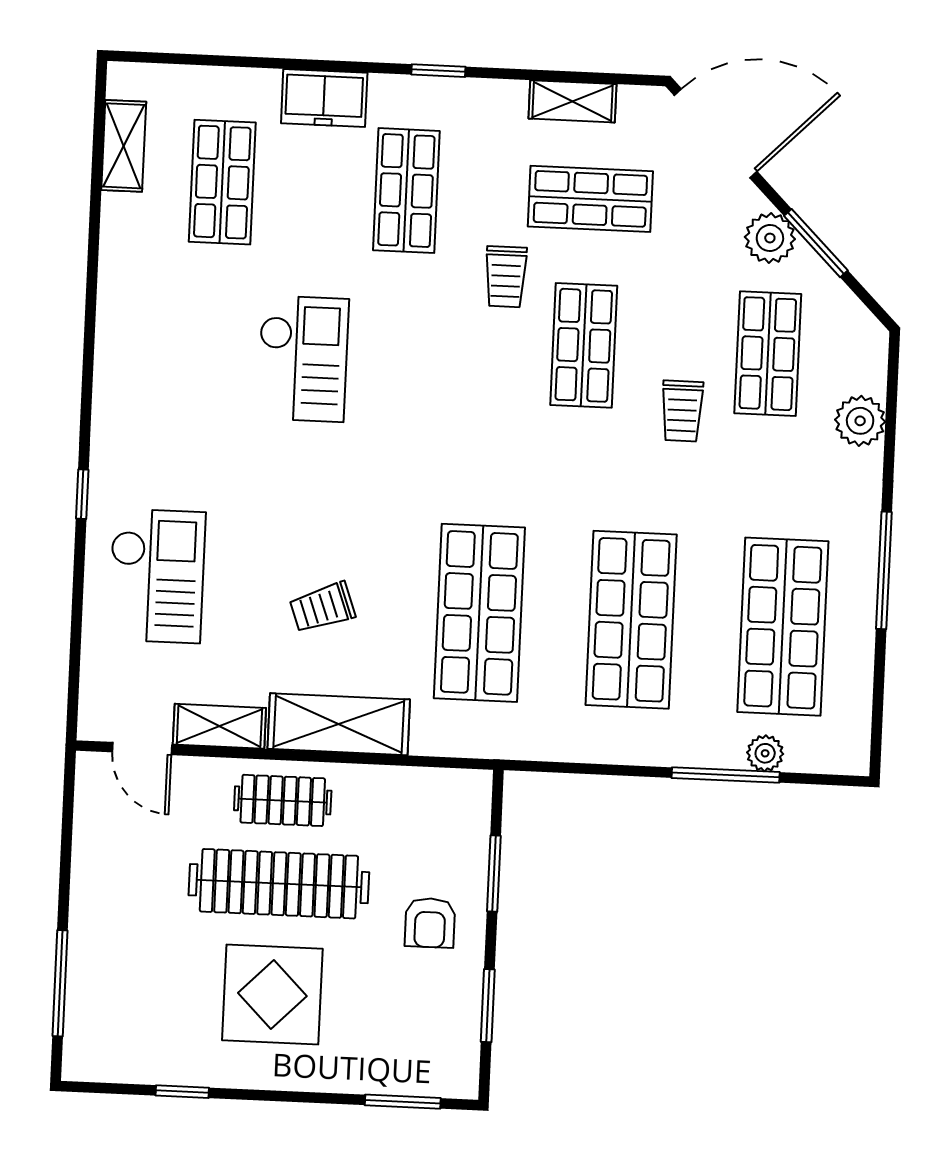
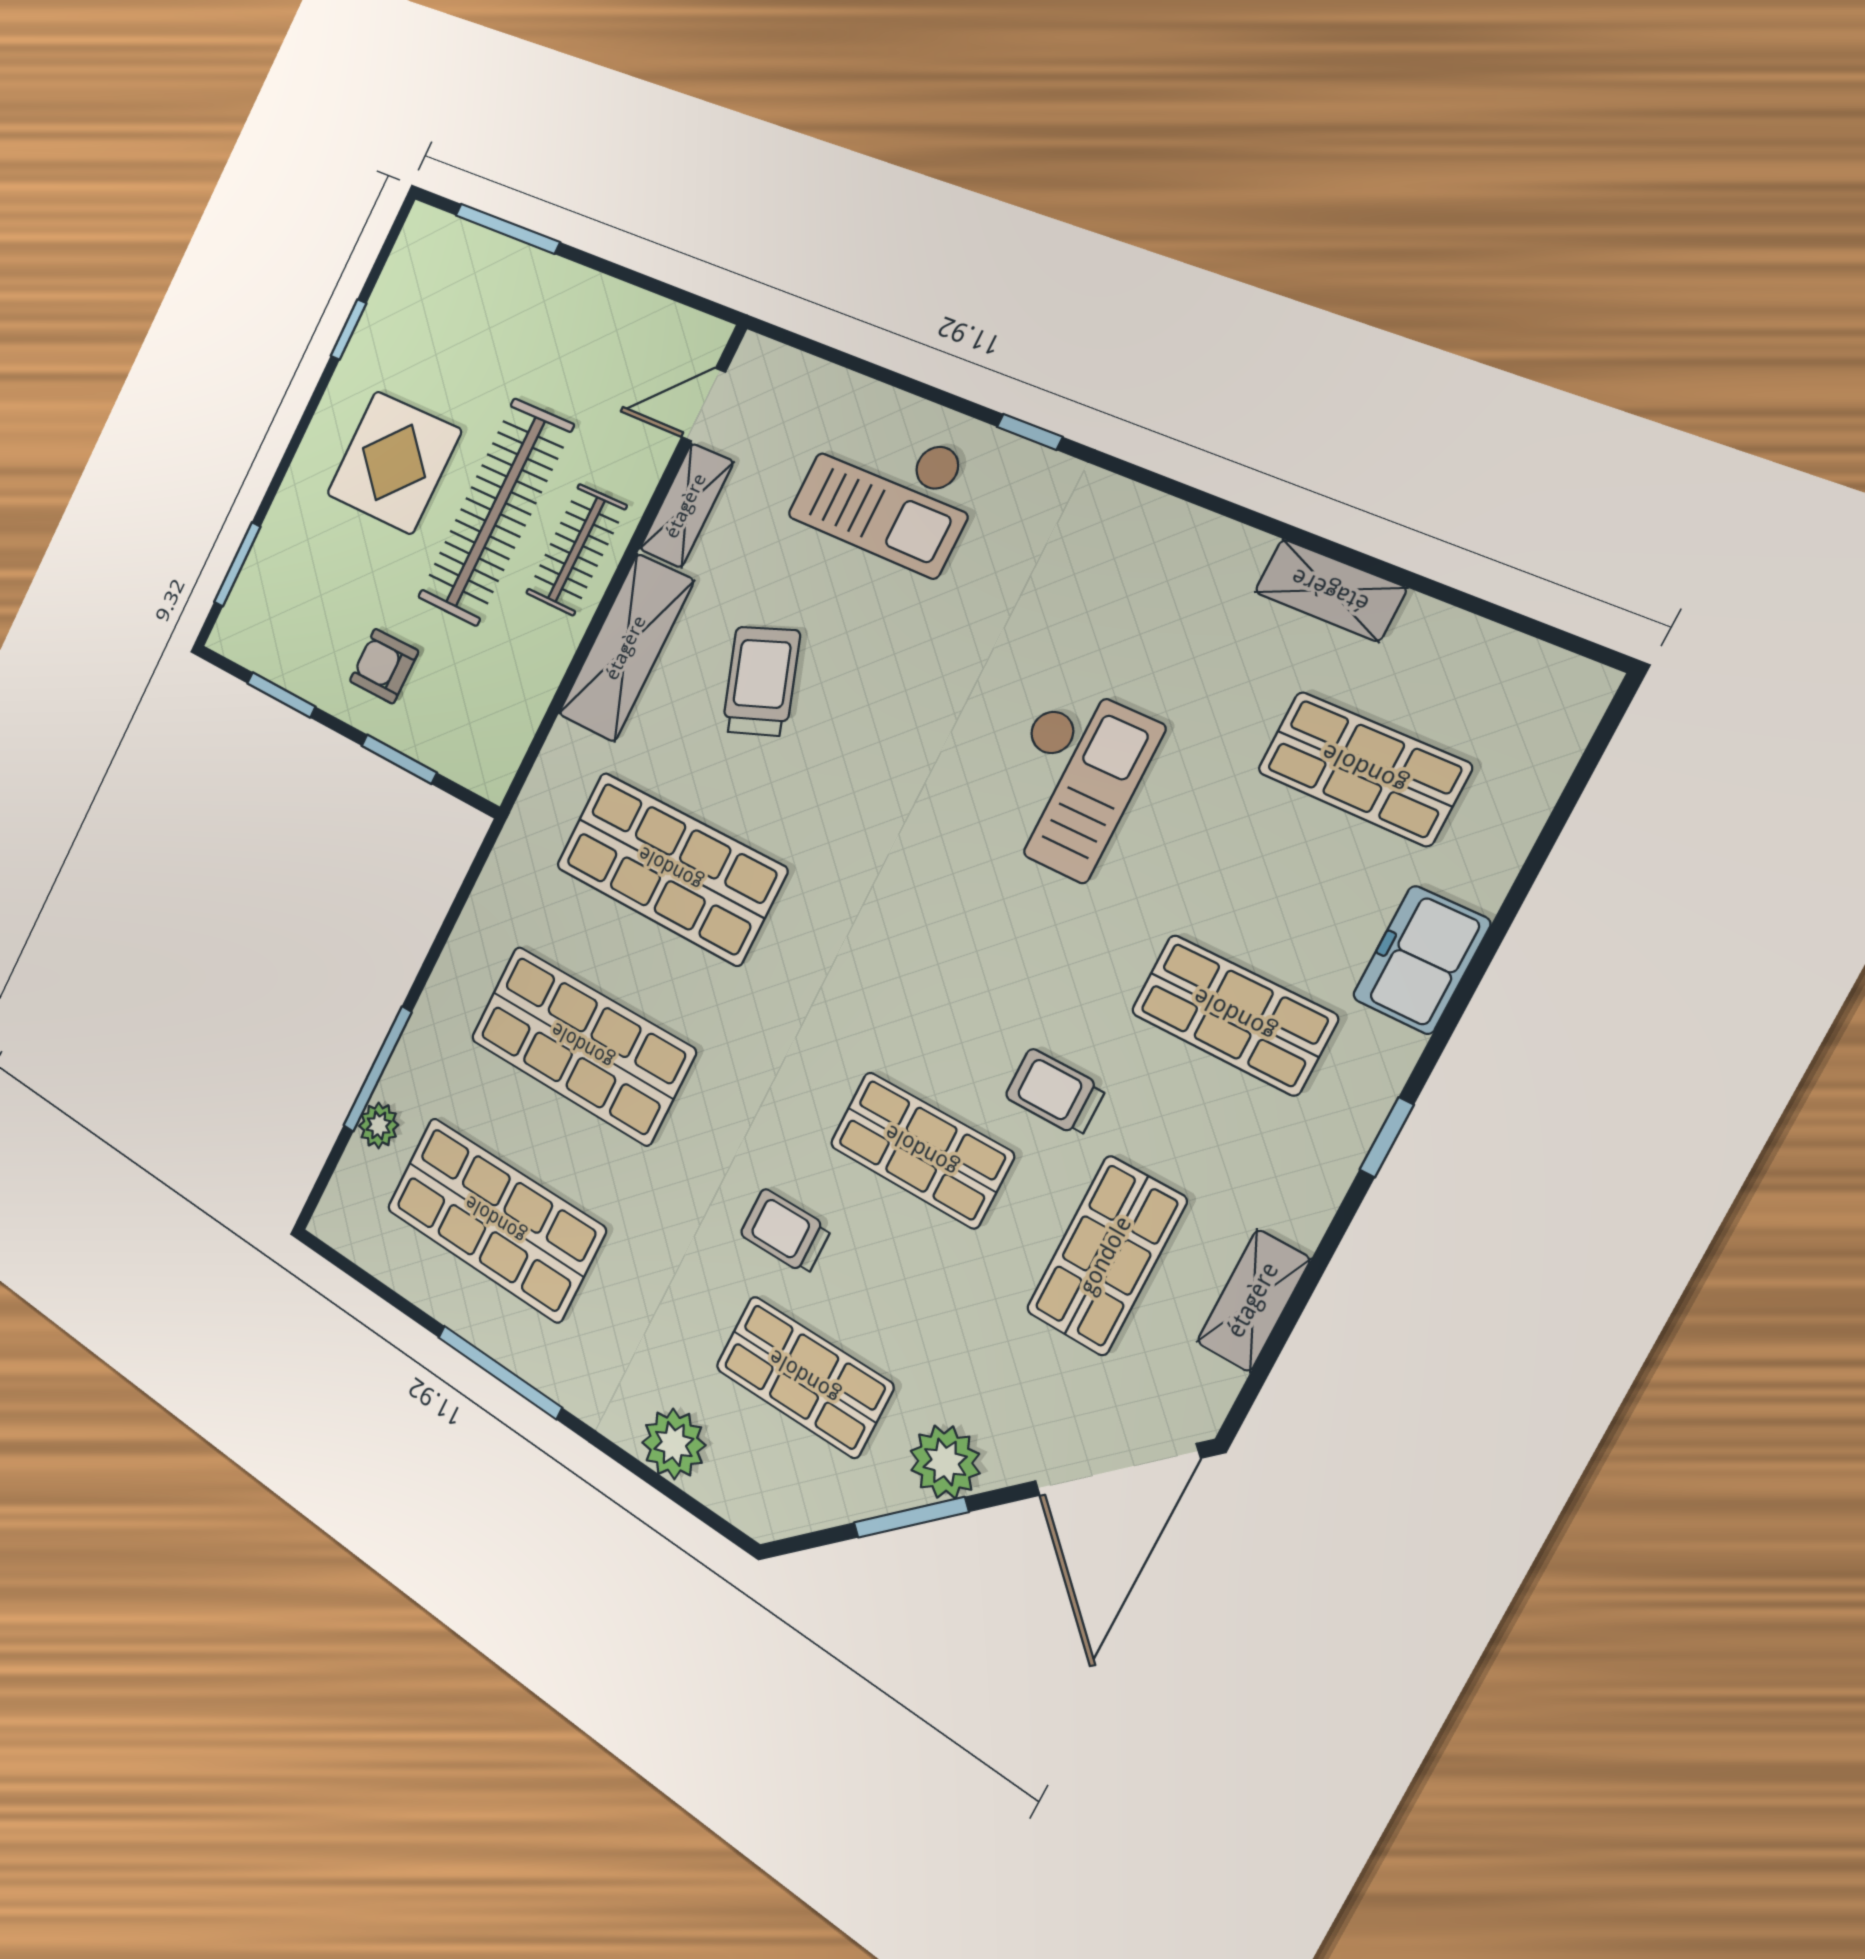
shelving: (124, 146) -> (1330, 590), moved
checkout: (303, 359) -> (1071, 780), turned -90
trolley: (322, 607) -> (761, 681), width x1.36, depth x1.39

